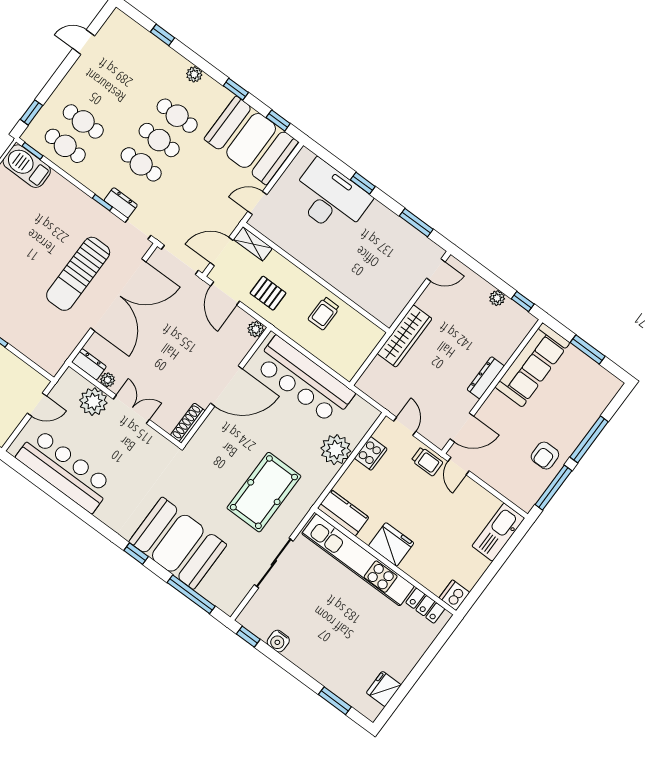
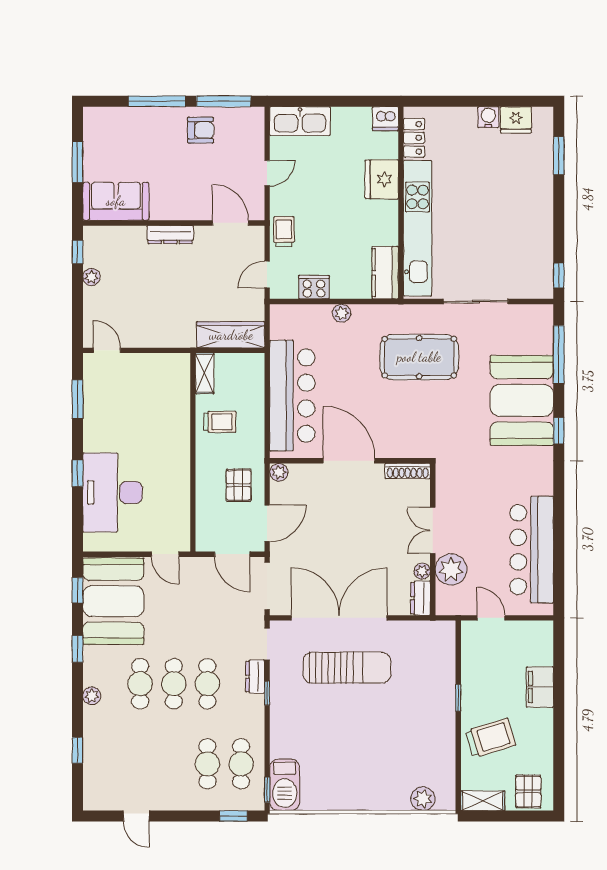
shelving: (253, 244) -> (205, 373), moved
wardrobe: (405, 336) -> (231, 335), moved
sofa: (532, 365) -> (116, 201), width x0.73
plant: (336, 450) -> (342, 313), width x0.53, depth x0.53
door: (459, 466) -> (267, 173), moved
fridge: (391, 544) -> (382, 179), moved
water cooler: (278, 641) -> (488, 117), moved, turned -90

